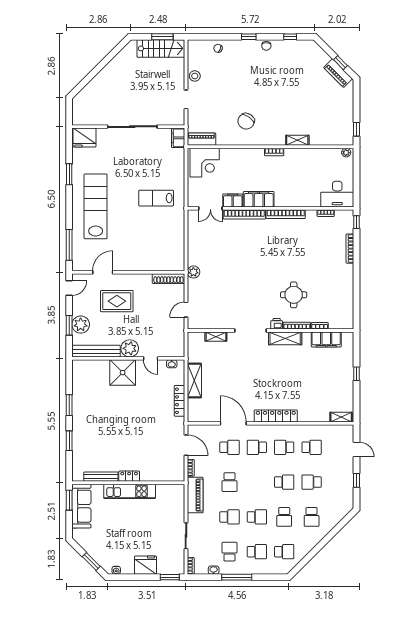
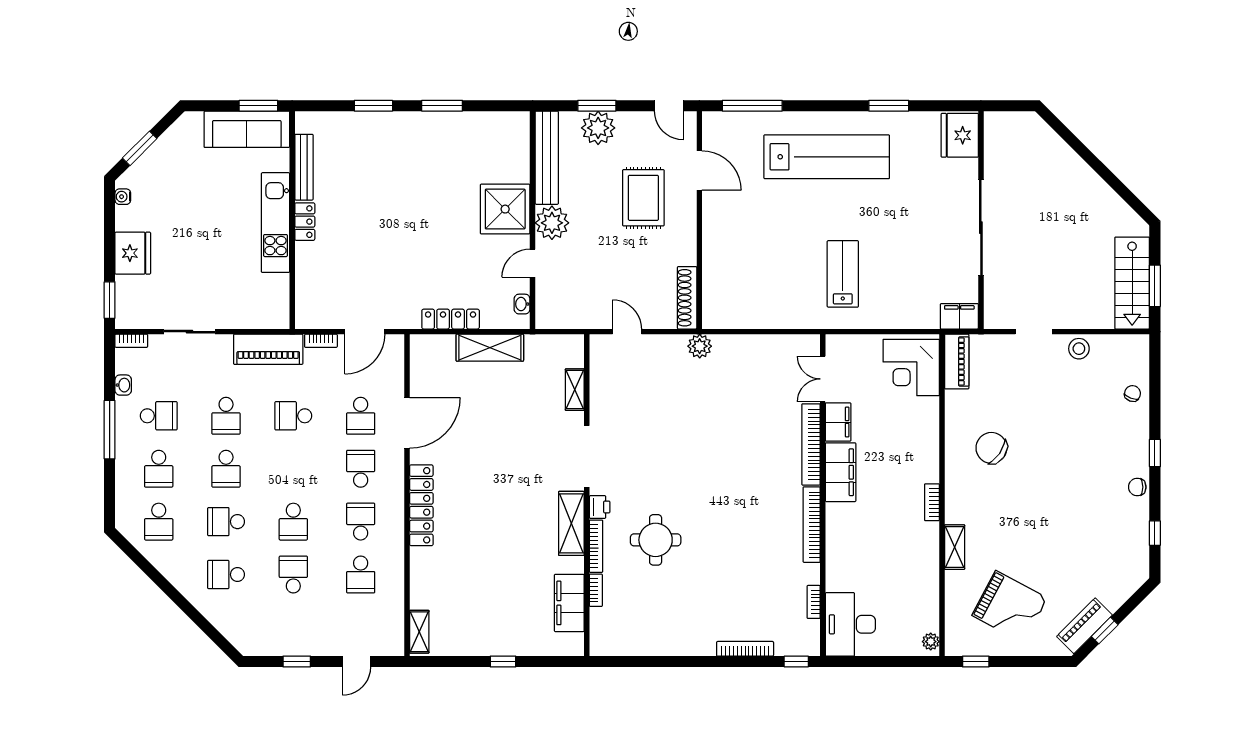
grand piano: (328, 112) -> (1010, 607), added

